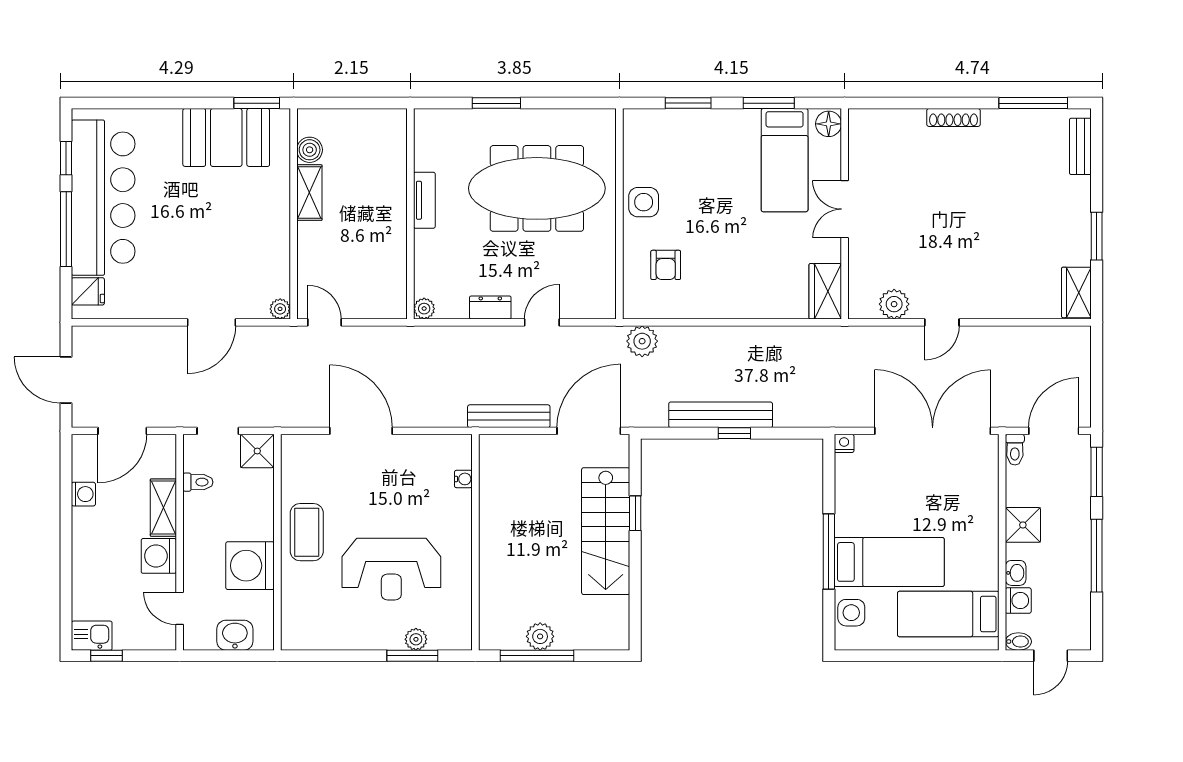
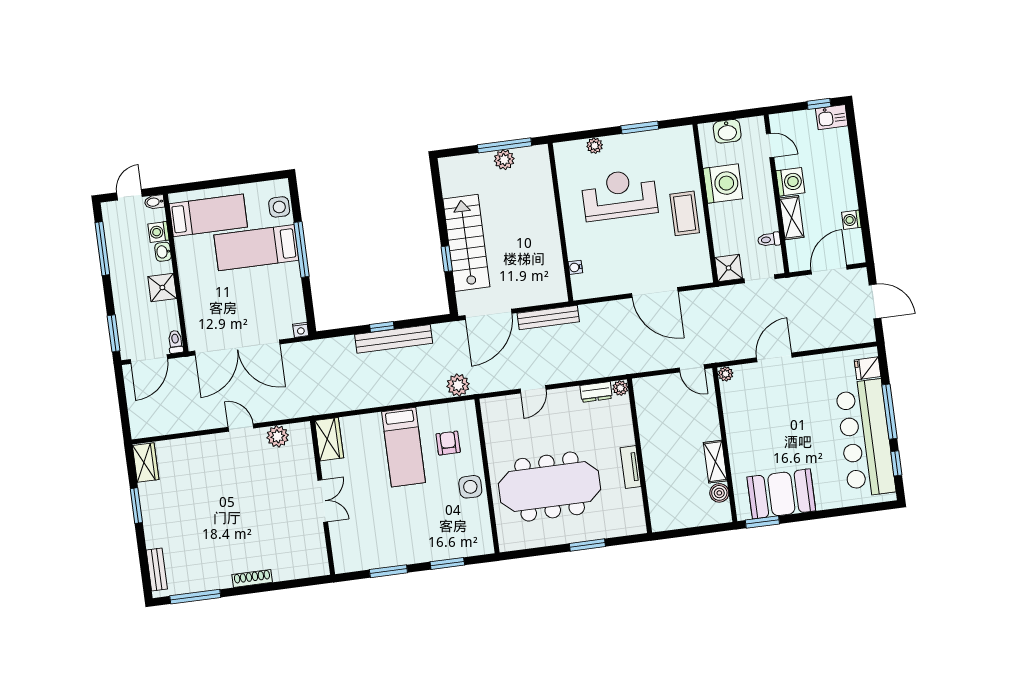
floor lamp: (829, 124) -> (343, 562), removed
bed: (785, 160) -> (404, 447), moved, turned 180
dresser: (490, 307) -> (596, 392), moved
door: (942, 322) -> (241, 428), hinge flipped
window: (1097, 556) -> (102, 249), moved
window: (412, 656) -> (640, 127), moved

